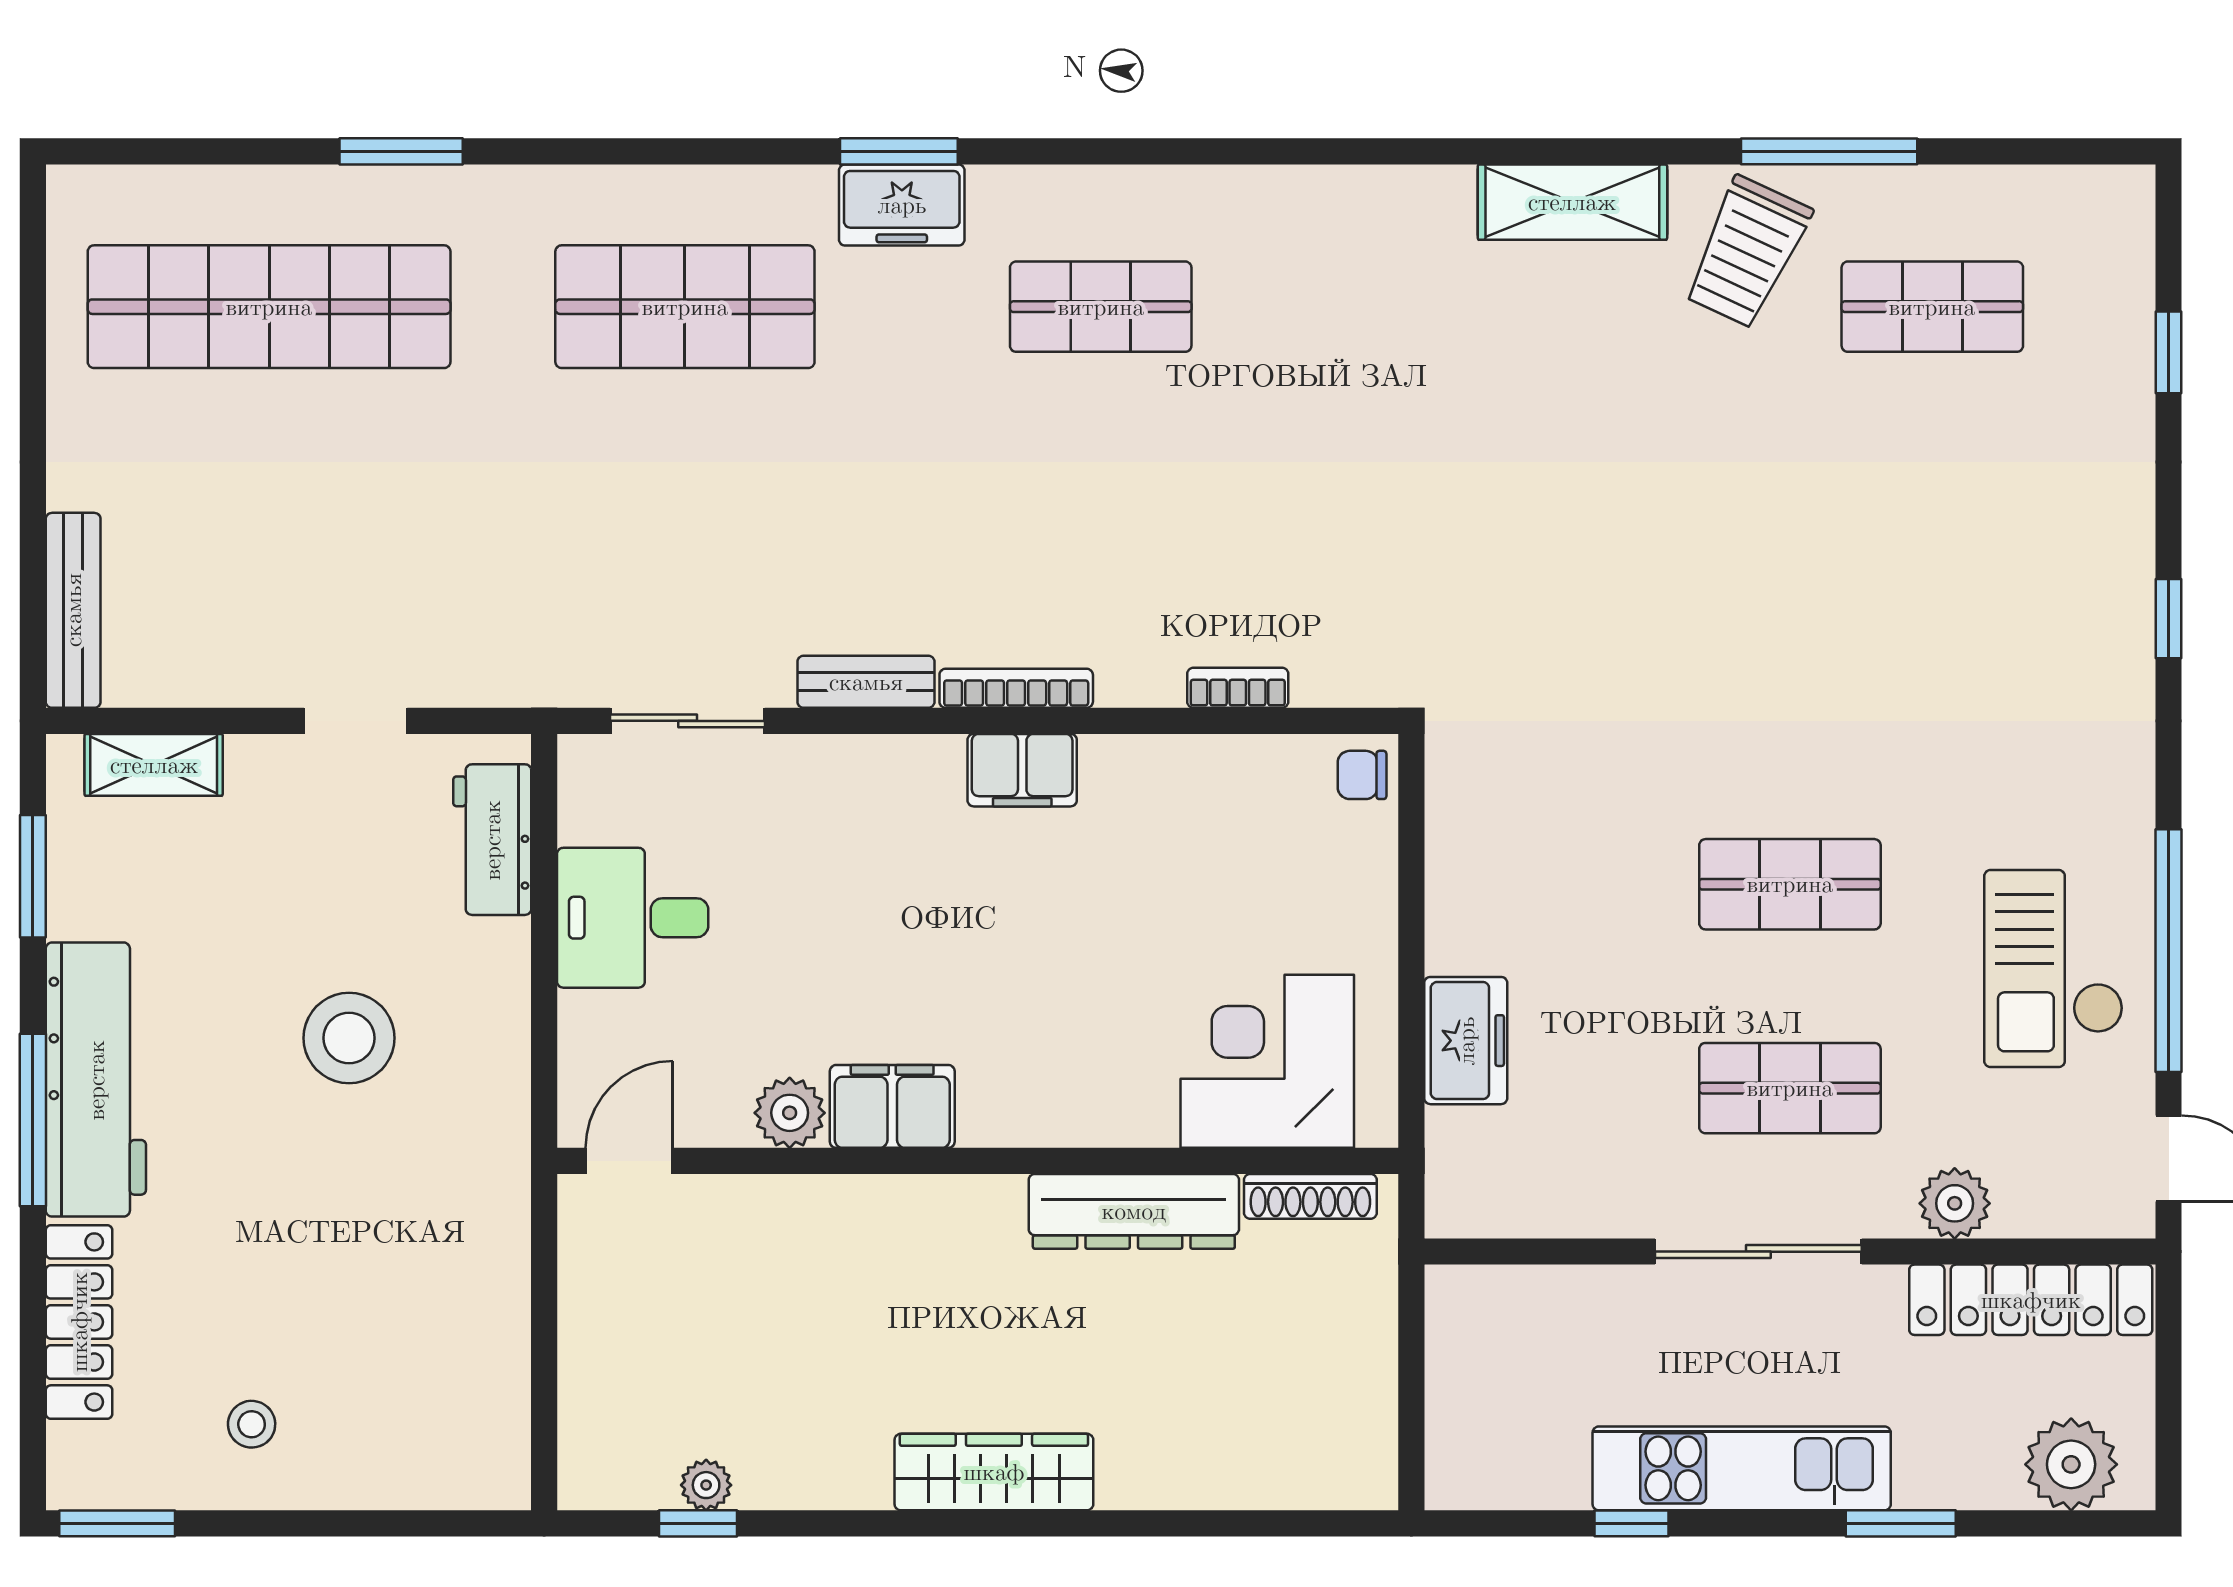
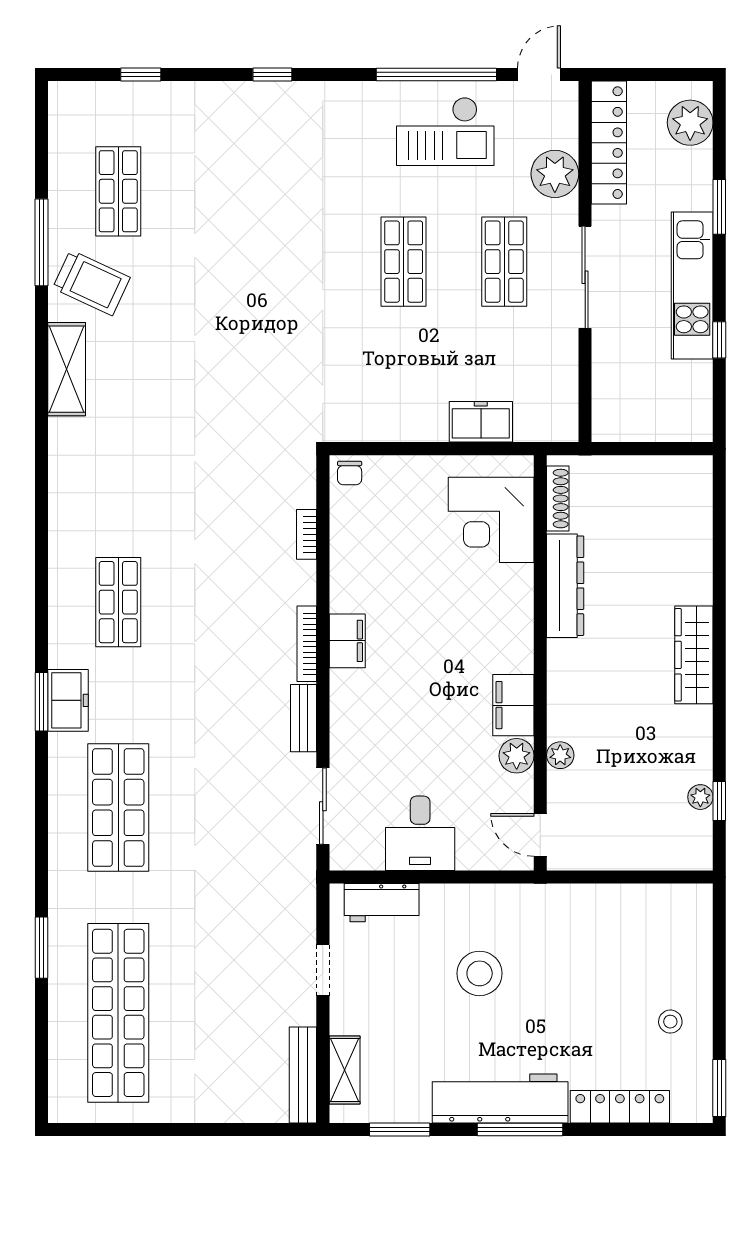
bench: (73, 610) -> (303, 1075), moved, turned 90
plant: (791, 1201) -> (560, 755), added
plant: (1955, 1203) -> (555, 174), width x1.36, depth x1.36

